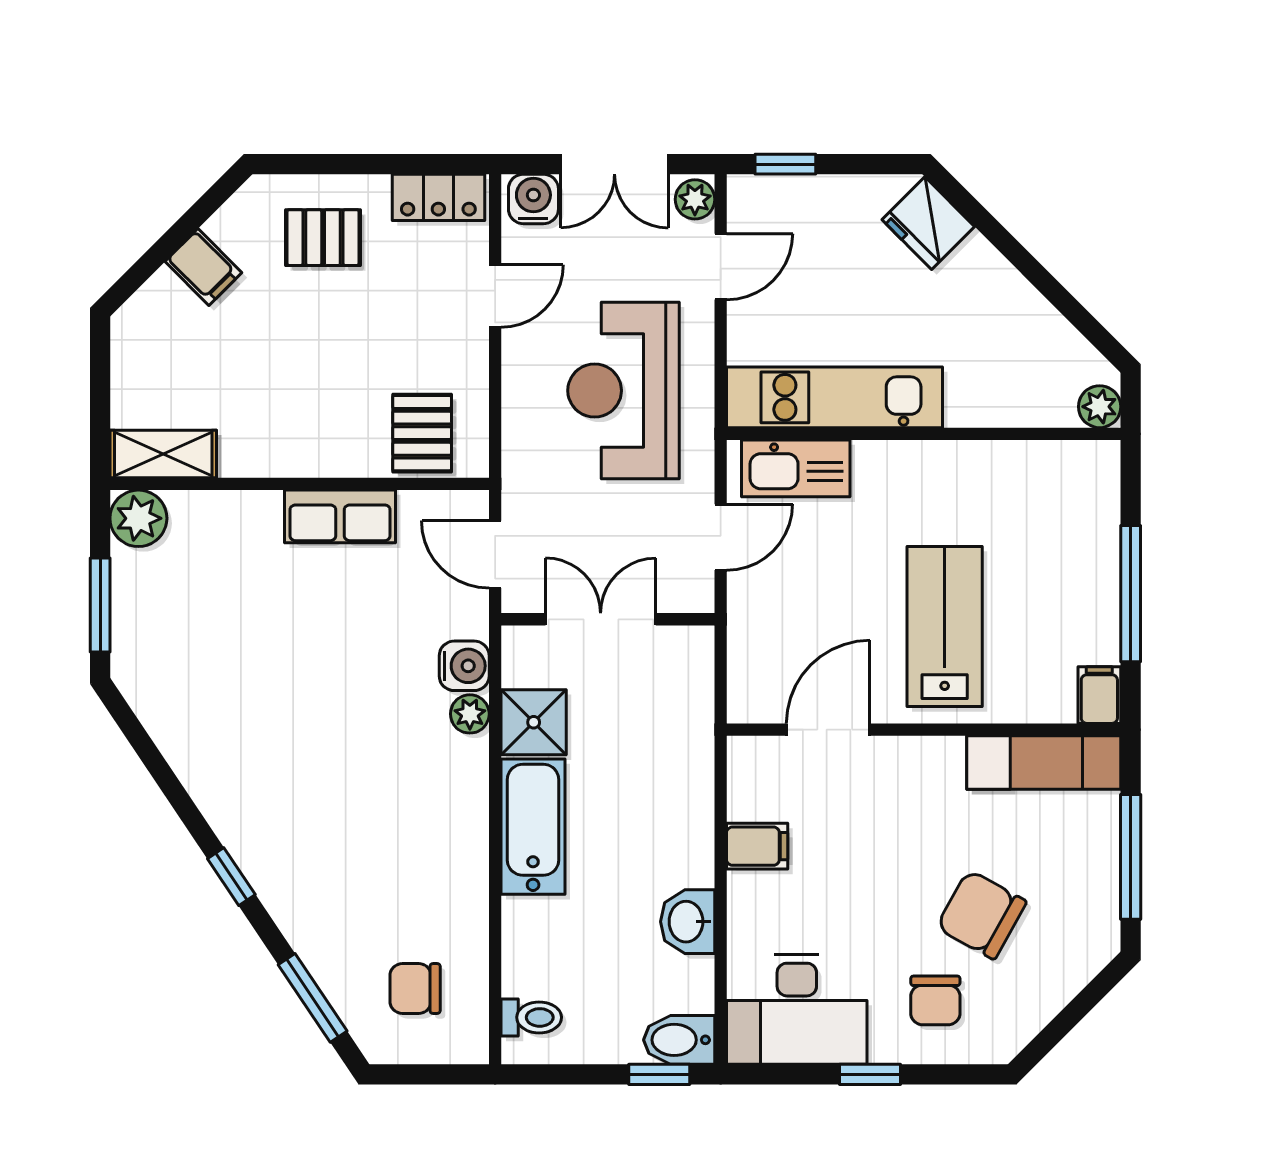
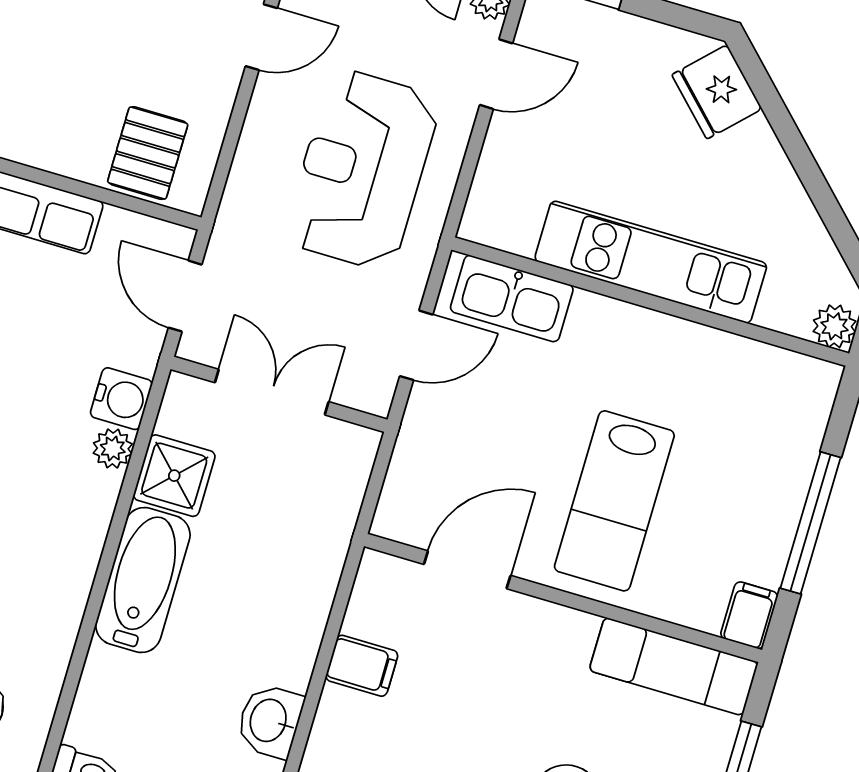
kitchen unit: (835, 397) -> (651, 262), moved
lab bench: (945, 626) -> (614, 501), turned 180

